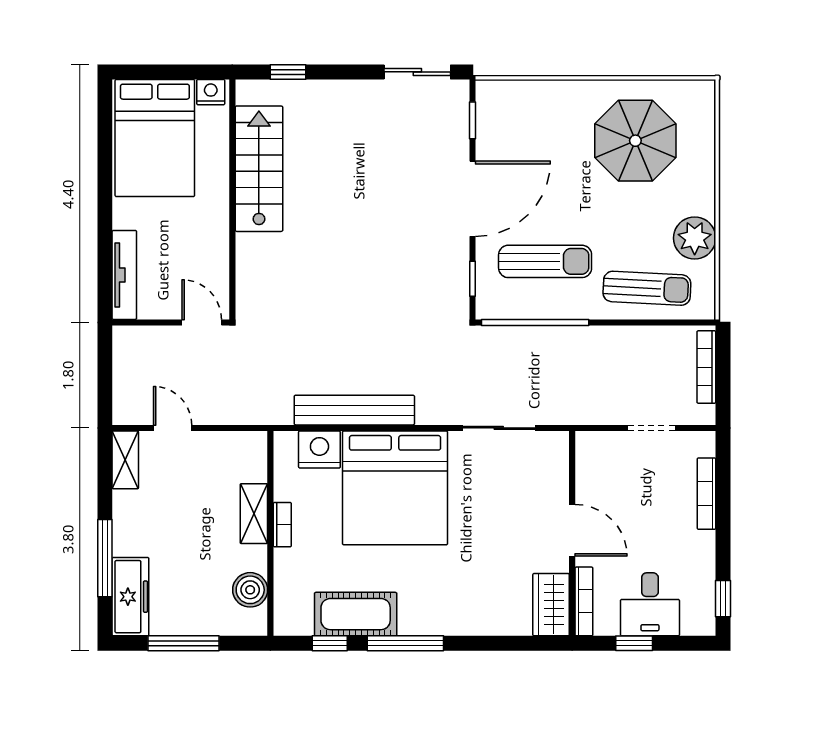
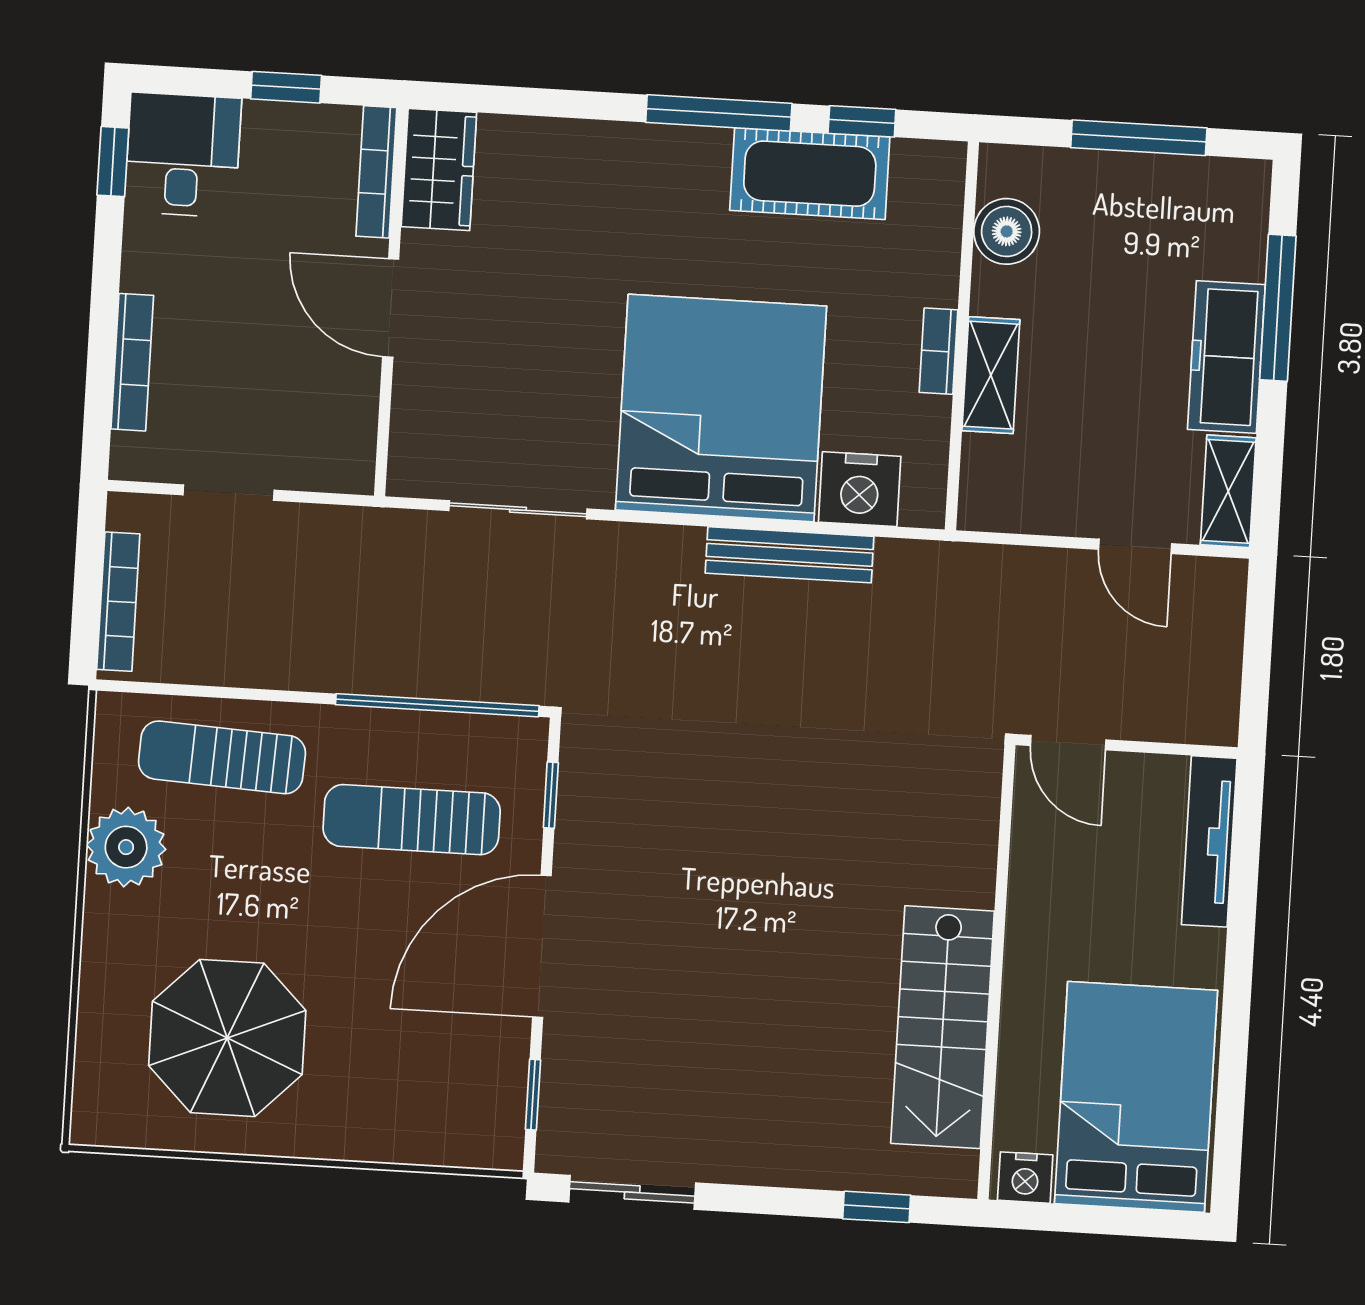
bench: (354, 410) -> (790, 555), width x0.73, depth x0.82
freezer: (130, 597) -> (1226, 357), moved
desk: (650, 604) -> (183, 155), moved

